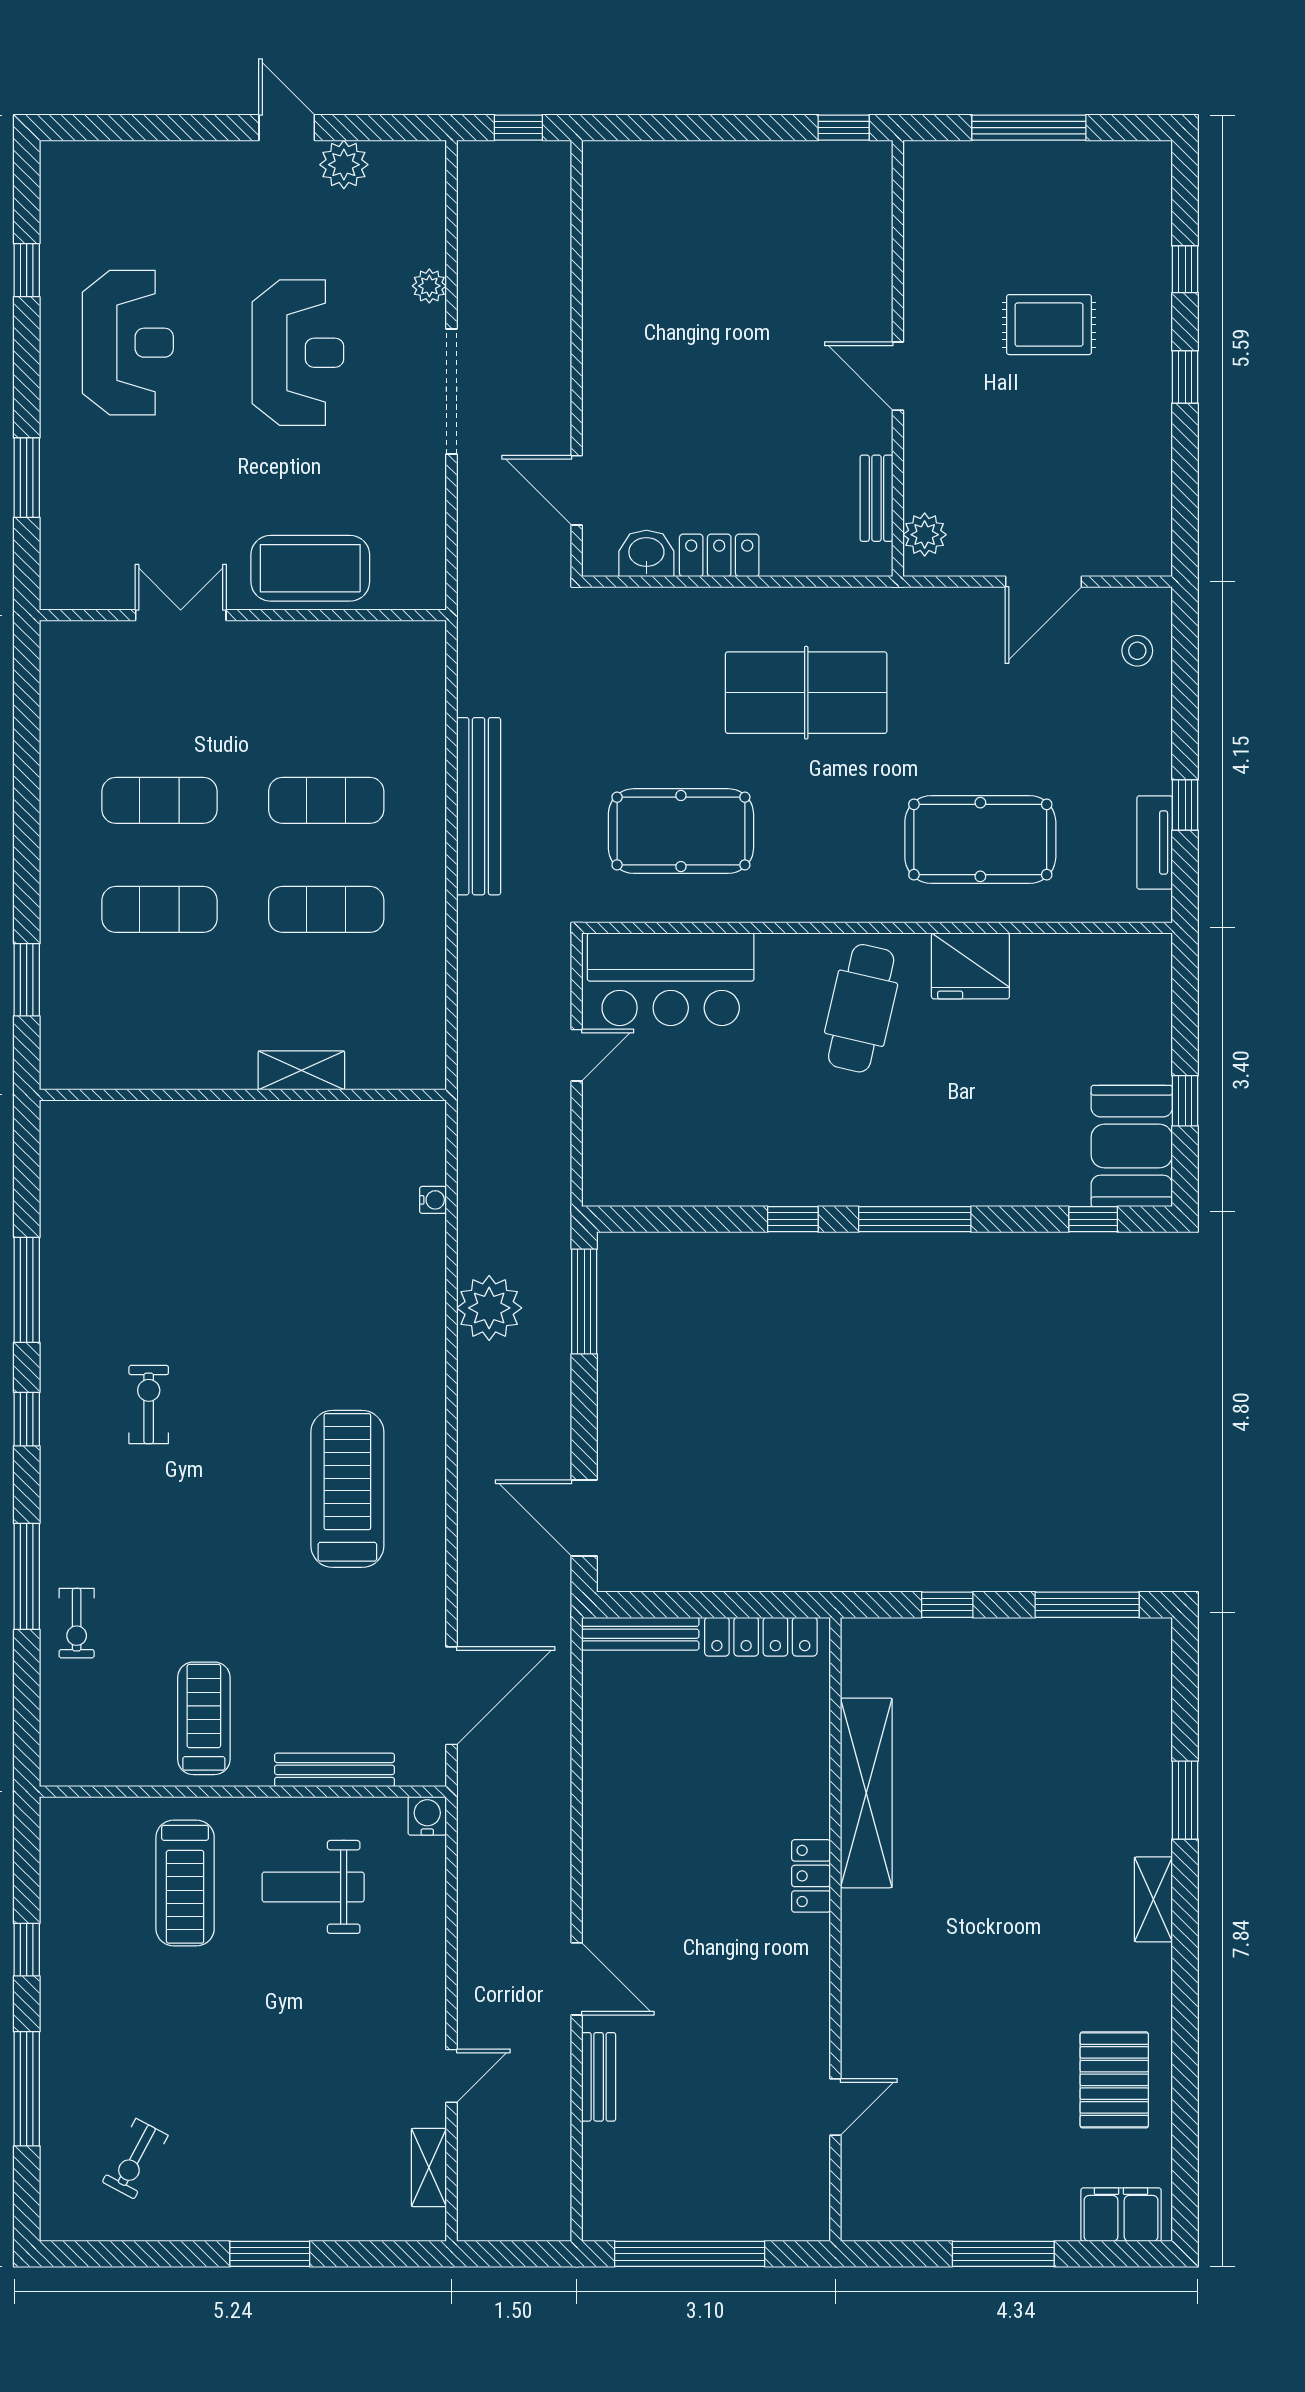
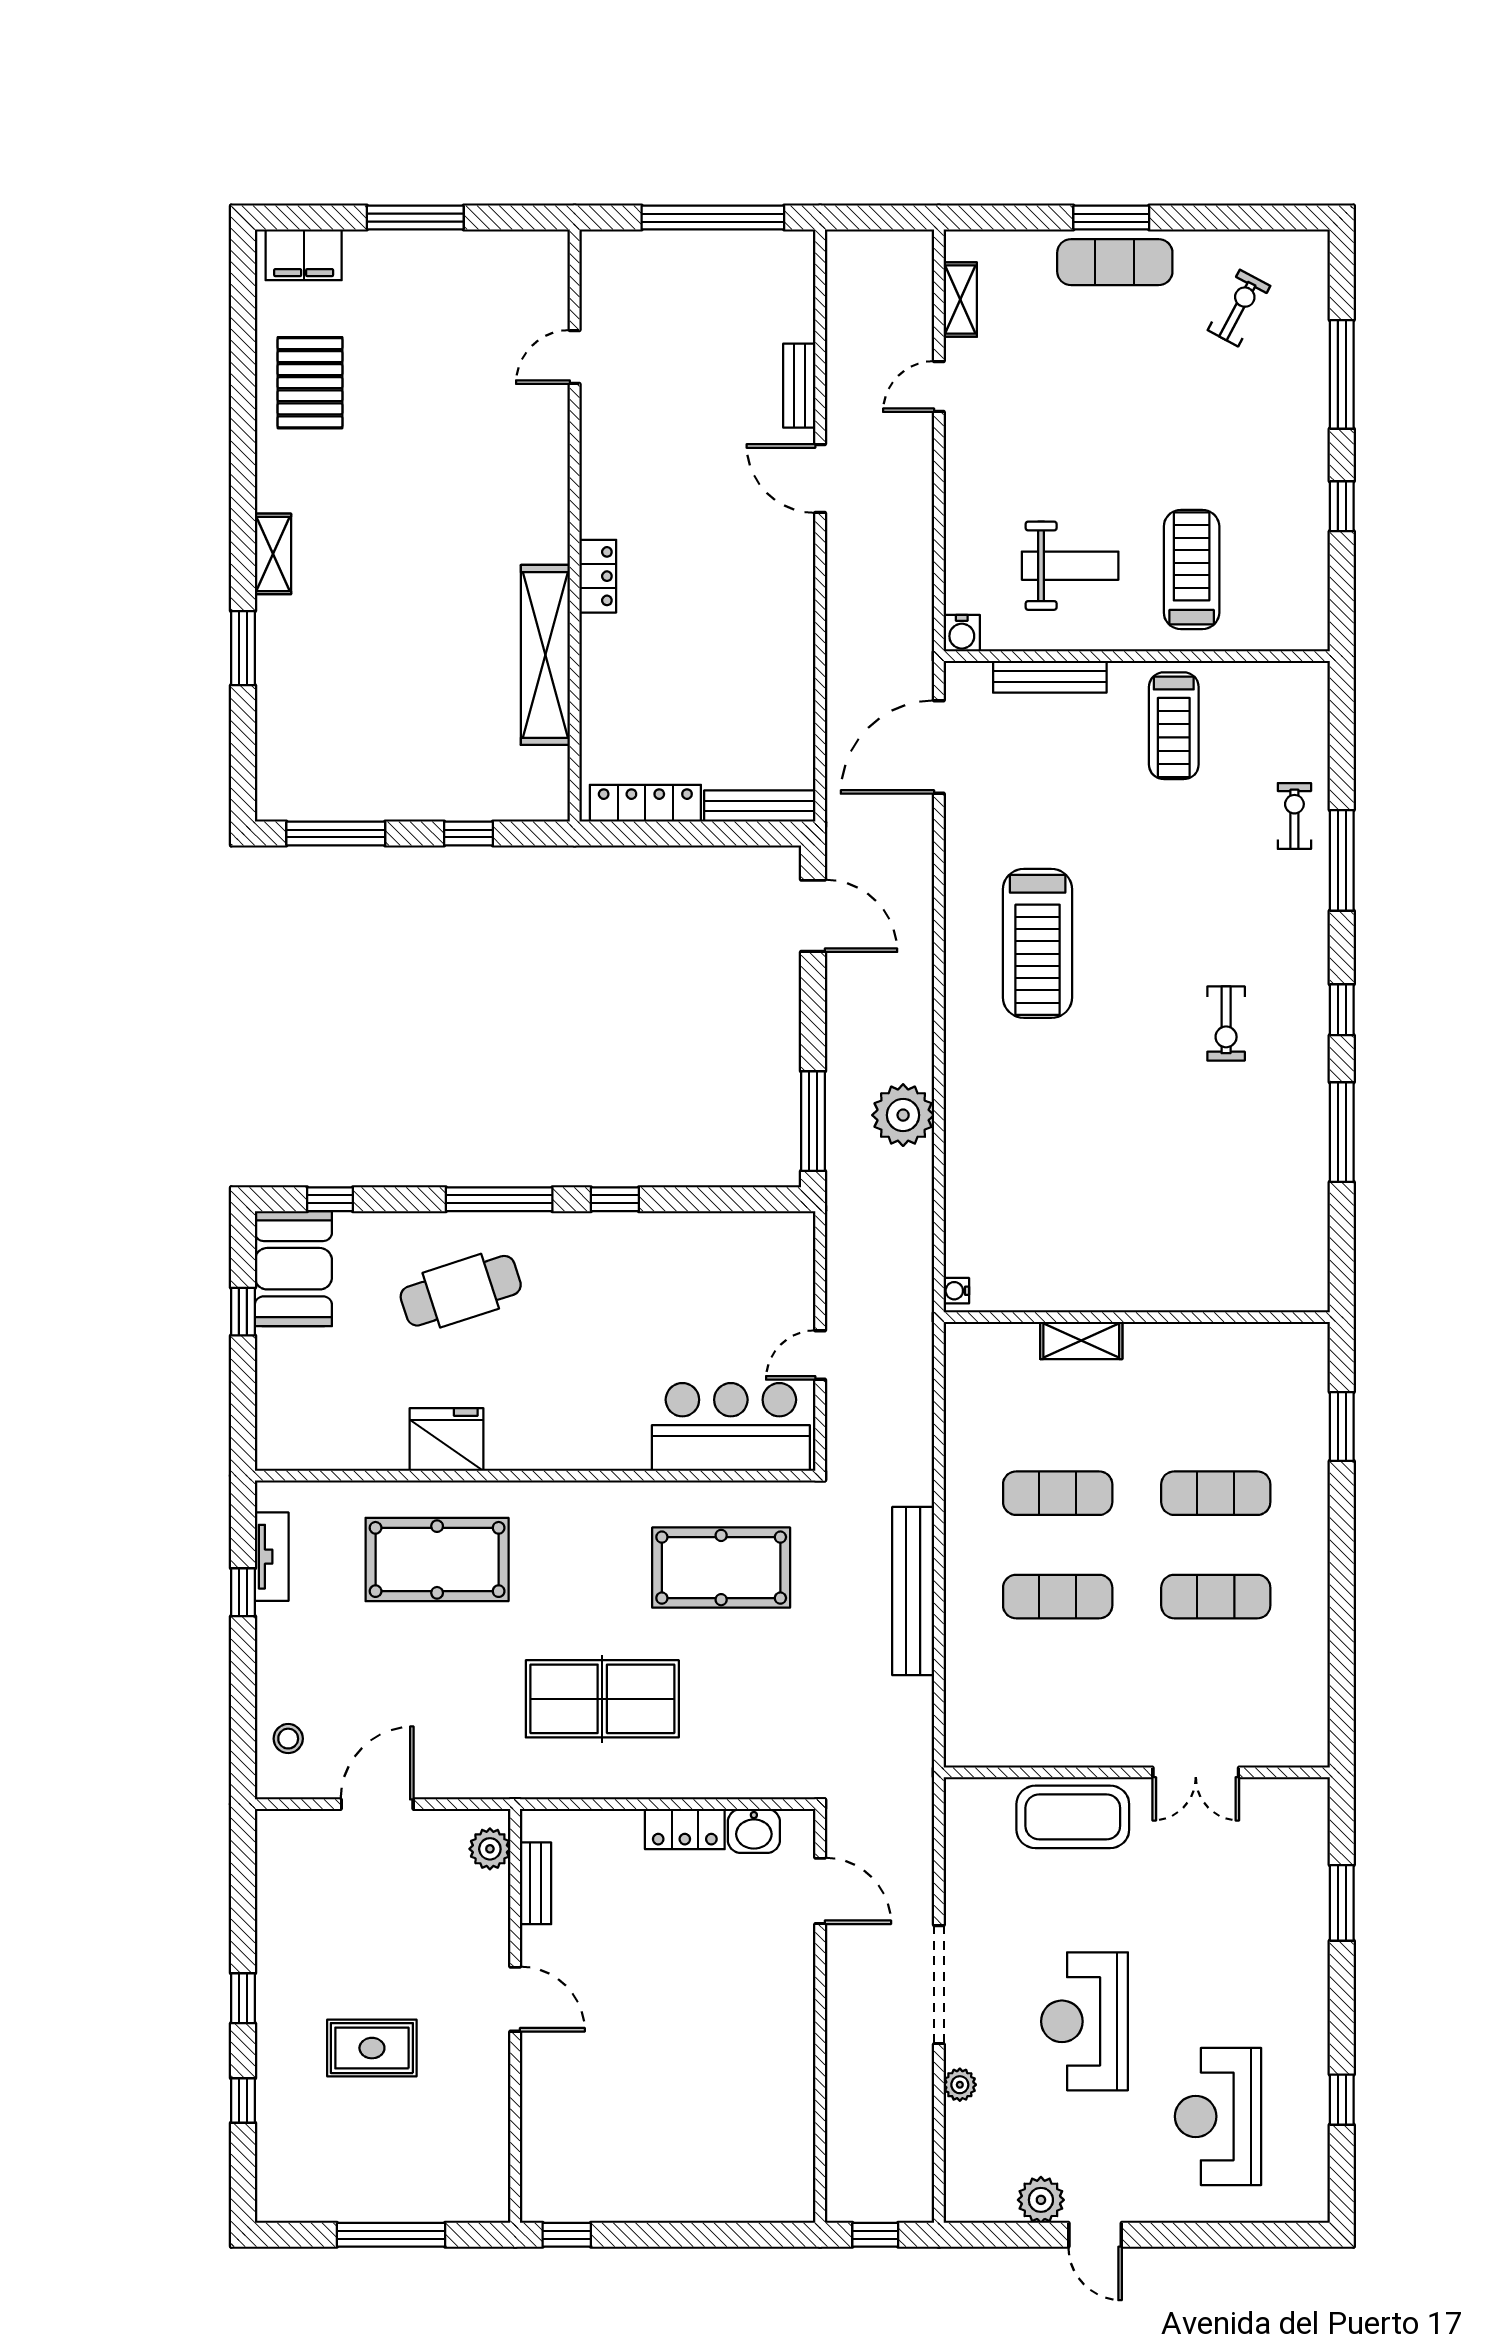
reception desk: (128, 343) -> (1218, 2116), moved
cafe table: (861, 1008) -> (461, 1291), moved, turned 59
water cooler: (433, 1200) -> (956, 1291), moved
exercise mat: (266, 2207) -> (1115, 262), added

